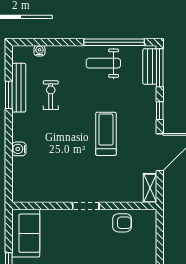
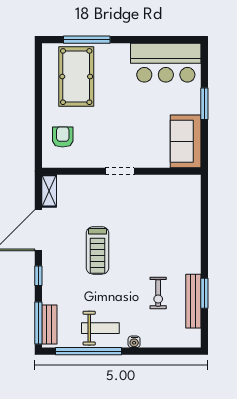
water cooler: (39, 51) -> (134, 342), moved
water cooler: (19, 149) -> (193, 234), removed
armchair: (122, 223) -> (63, 137), moved, turned 90

